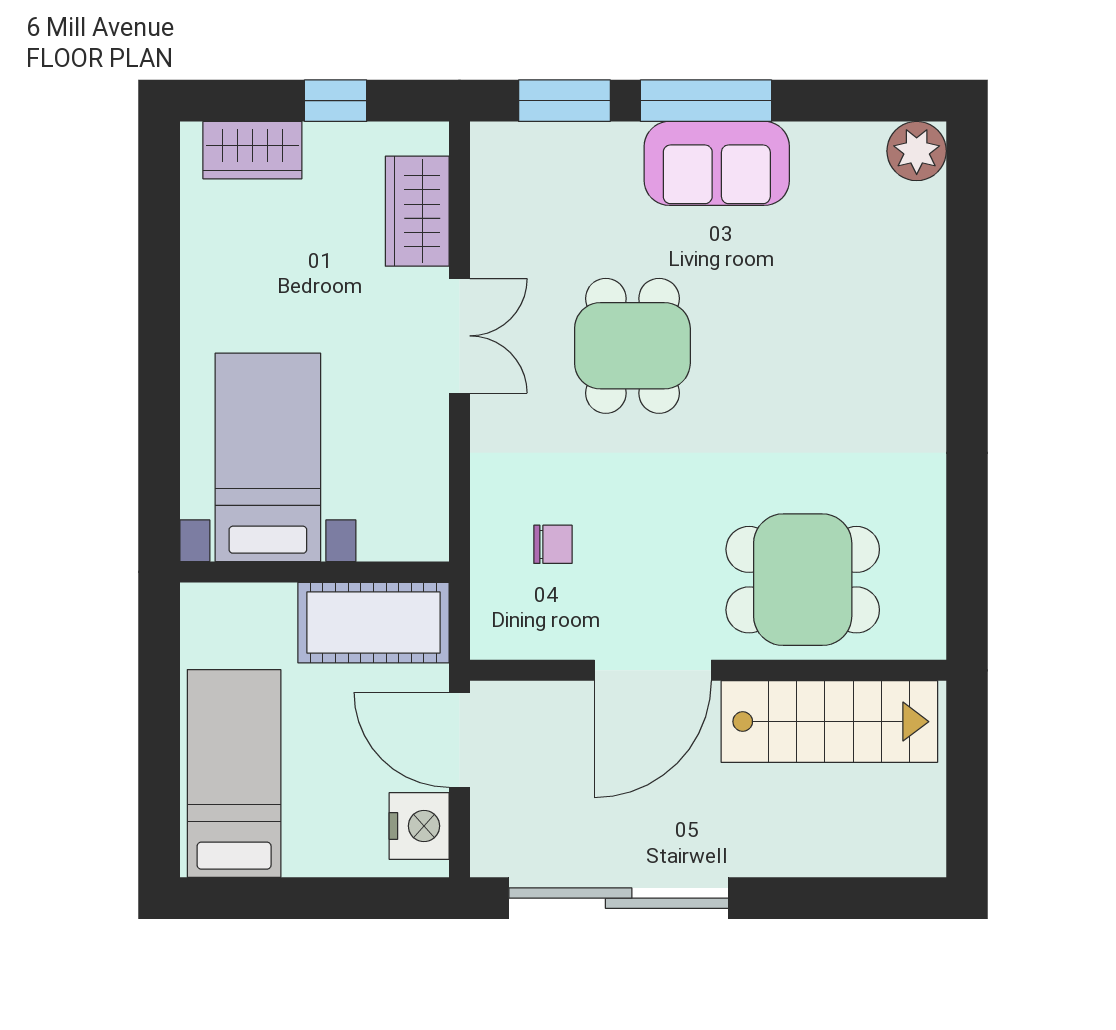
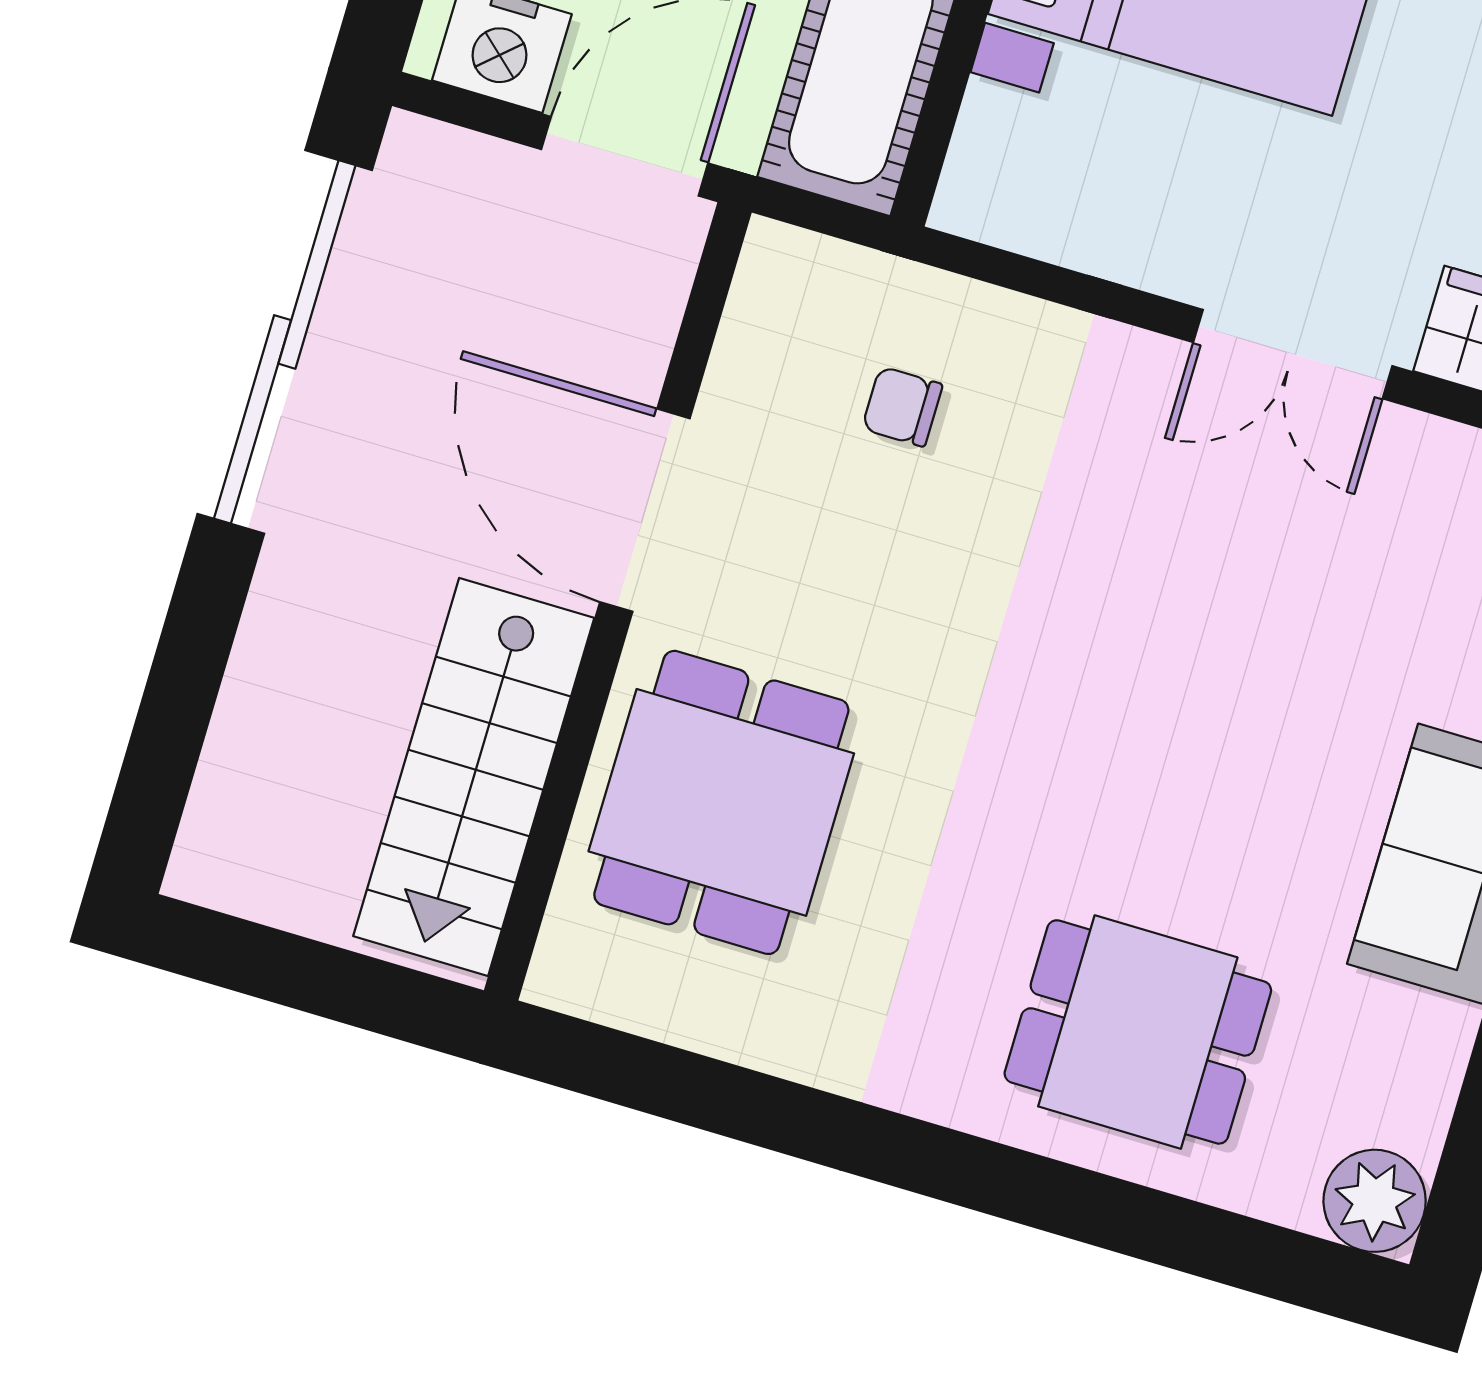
dining table: (632, 346) -> (1138, 1032), moved
chair: (553, 544) -> (902, 407), turned 90

